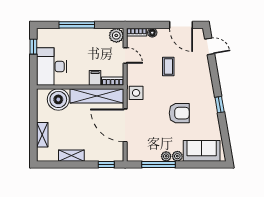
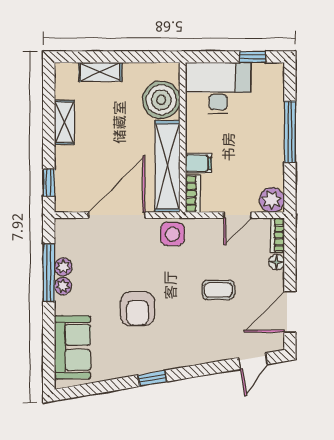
plant: (177, 156) -> (63, 267), moved

